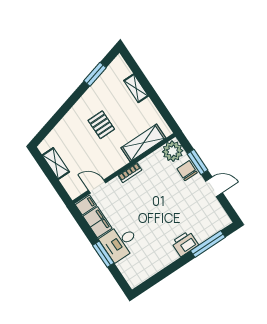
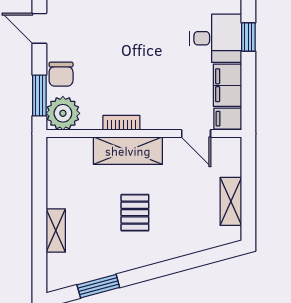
shelving: (143, 143) -> (128, 151), moved
window: (197, 162) -> (39, 96), moved
bookcase: (130, 173) -> (121, 123), moved
window: (103, 254) -> (248, 37), width x0.67

